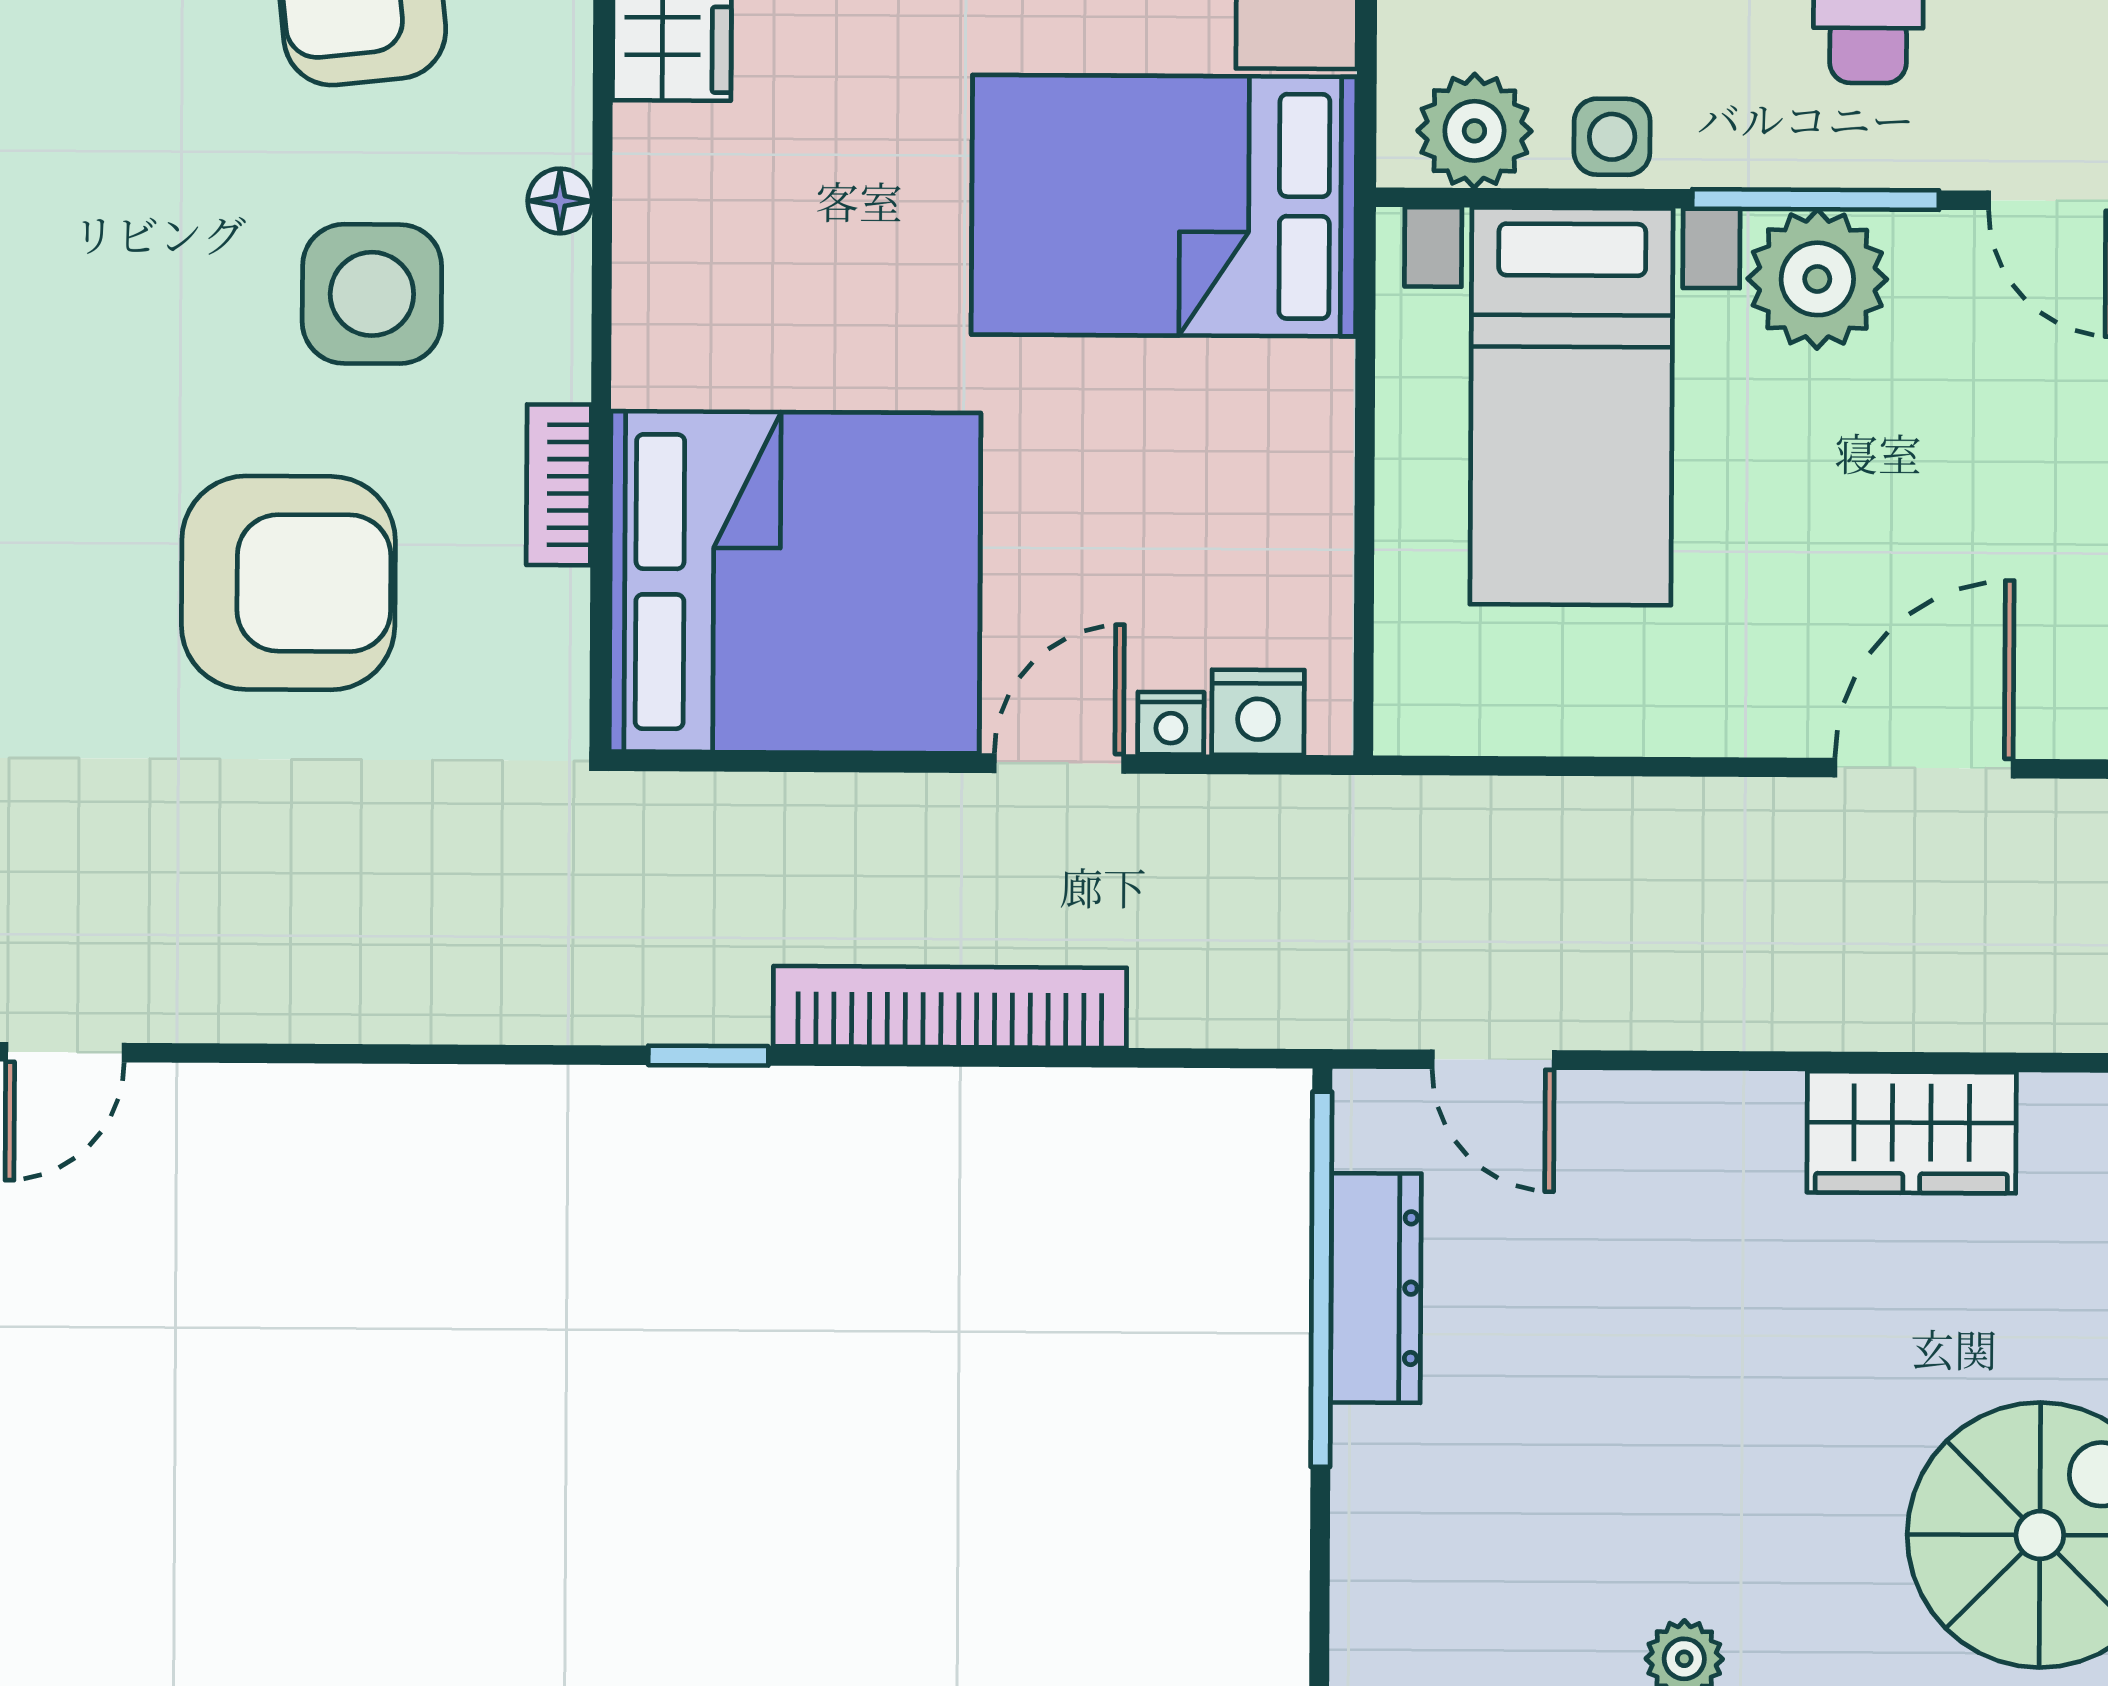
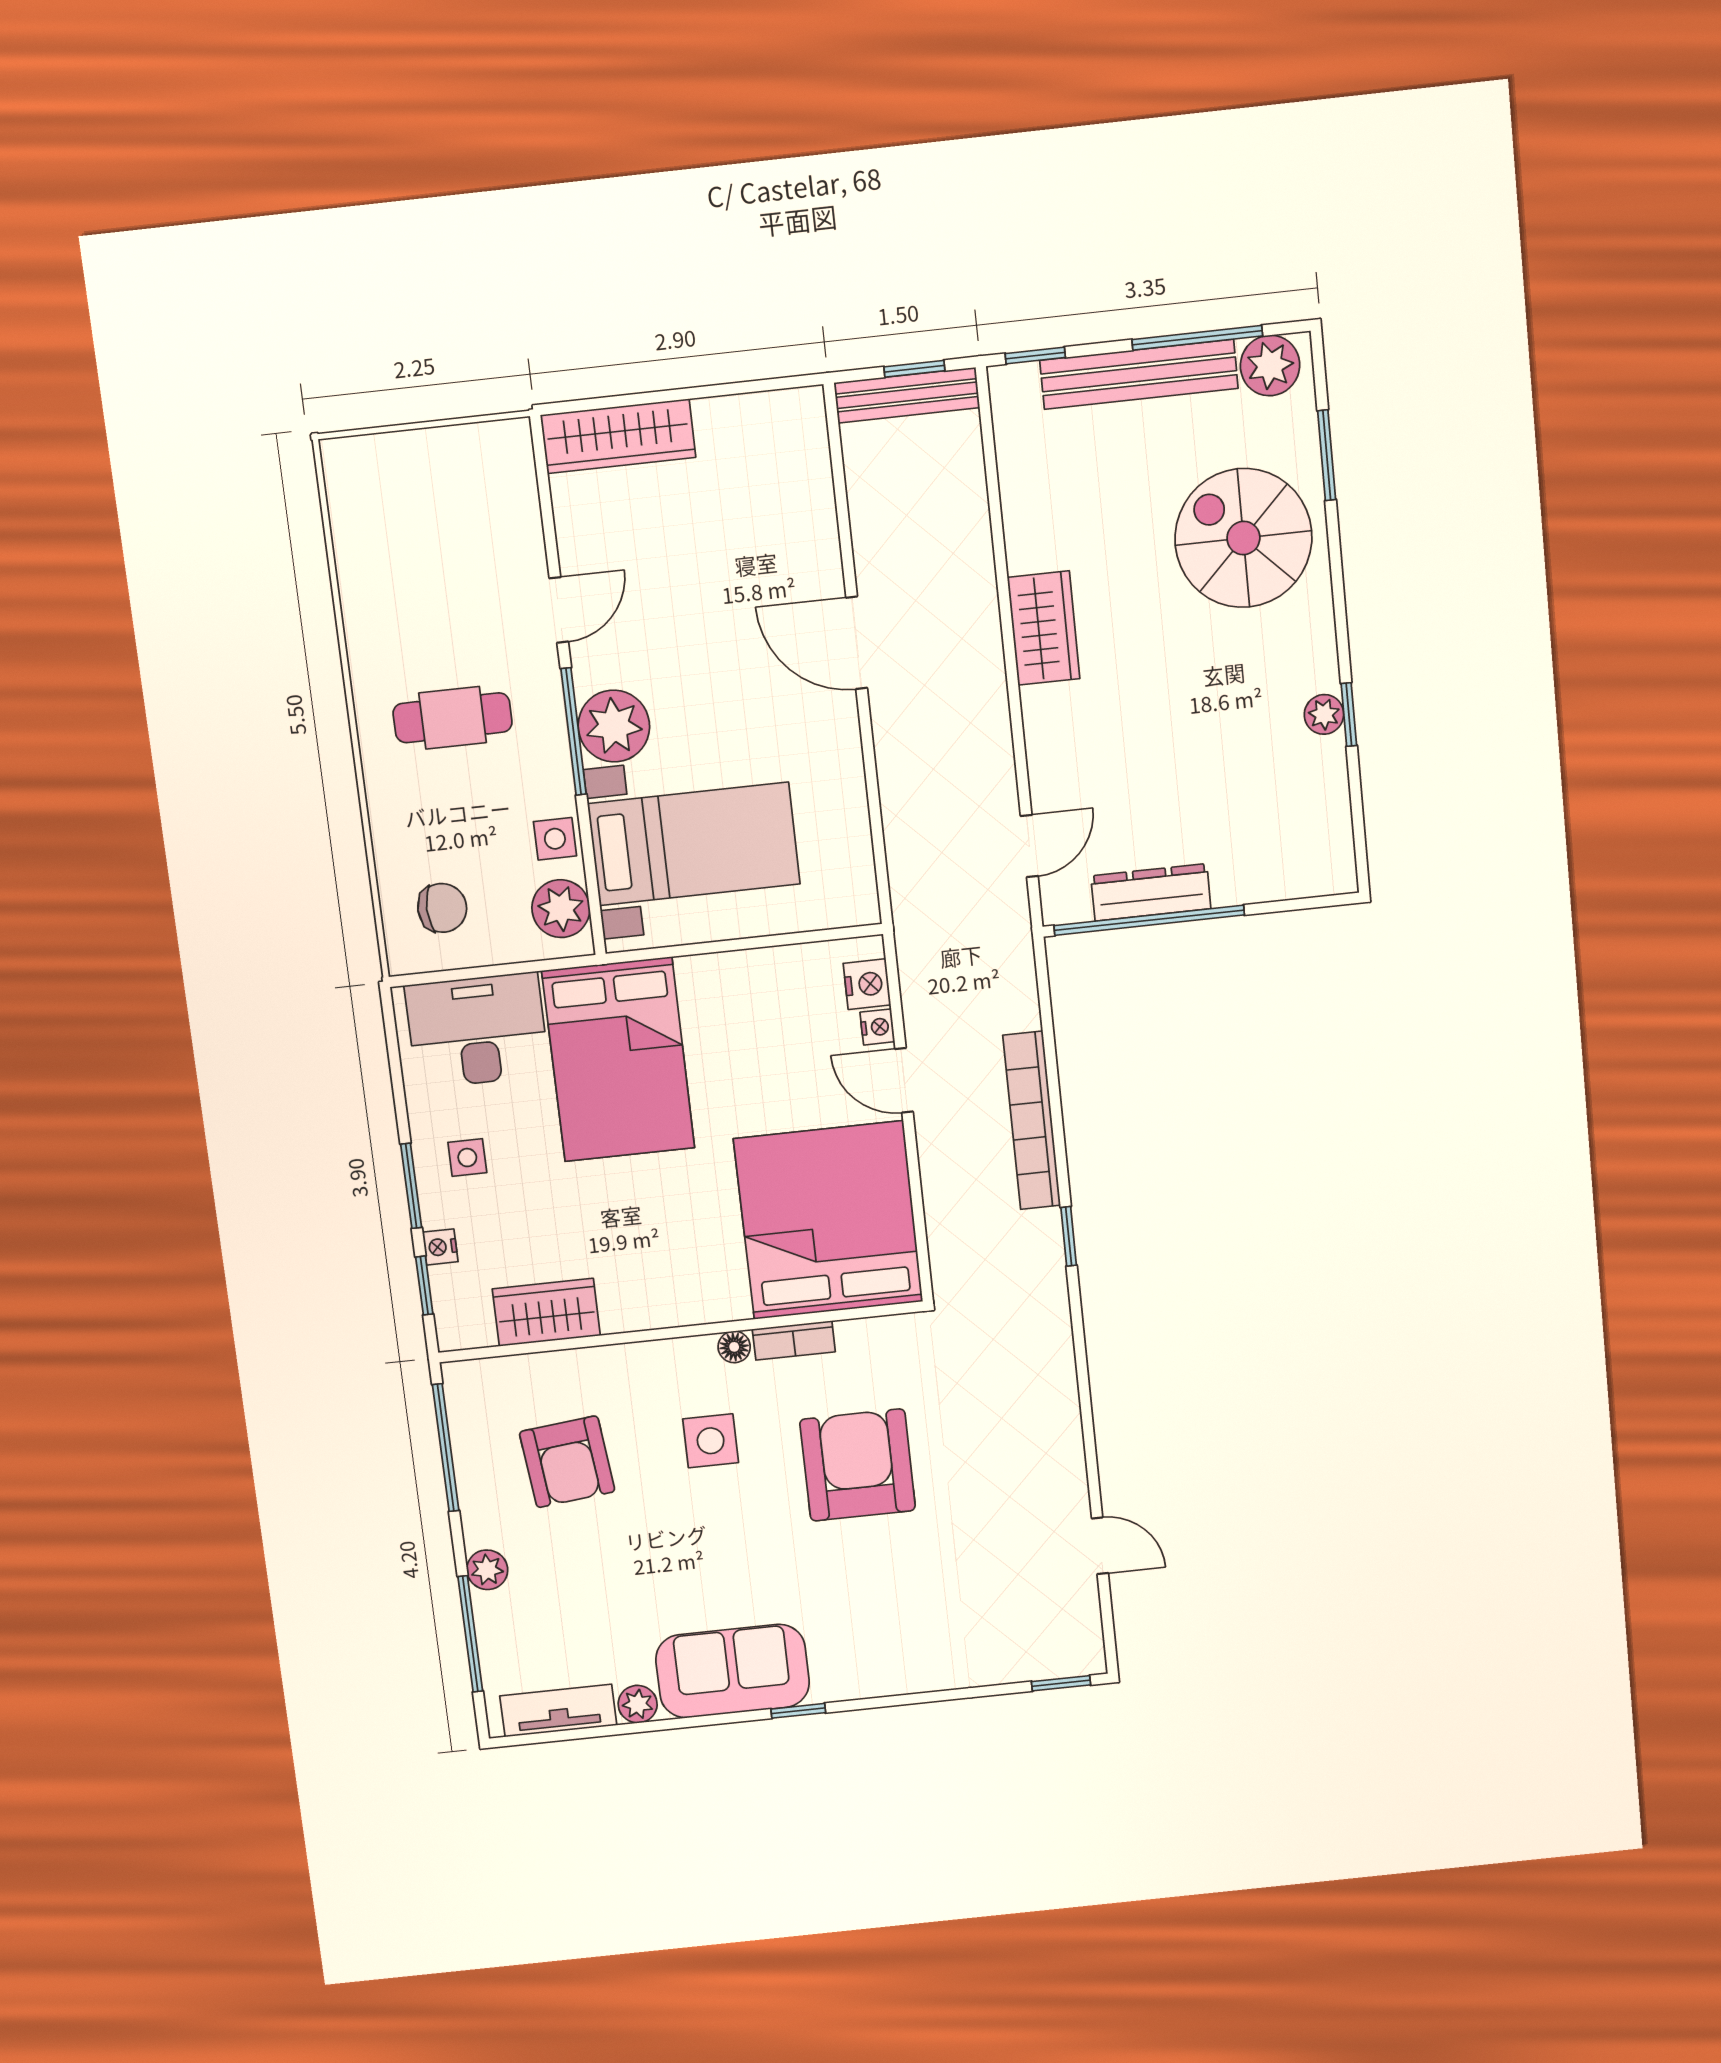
floor lamp: (560, 201) -> (734, 1347), moved
side table: (372, 294) -> (711, 1441), width x0.73, depth x0.73

